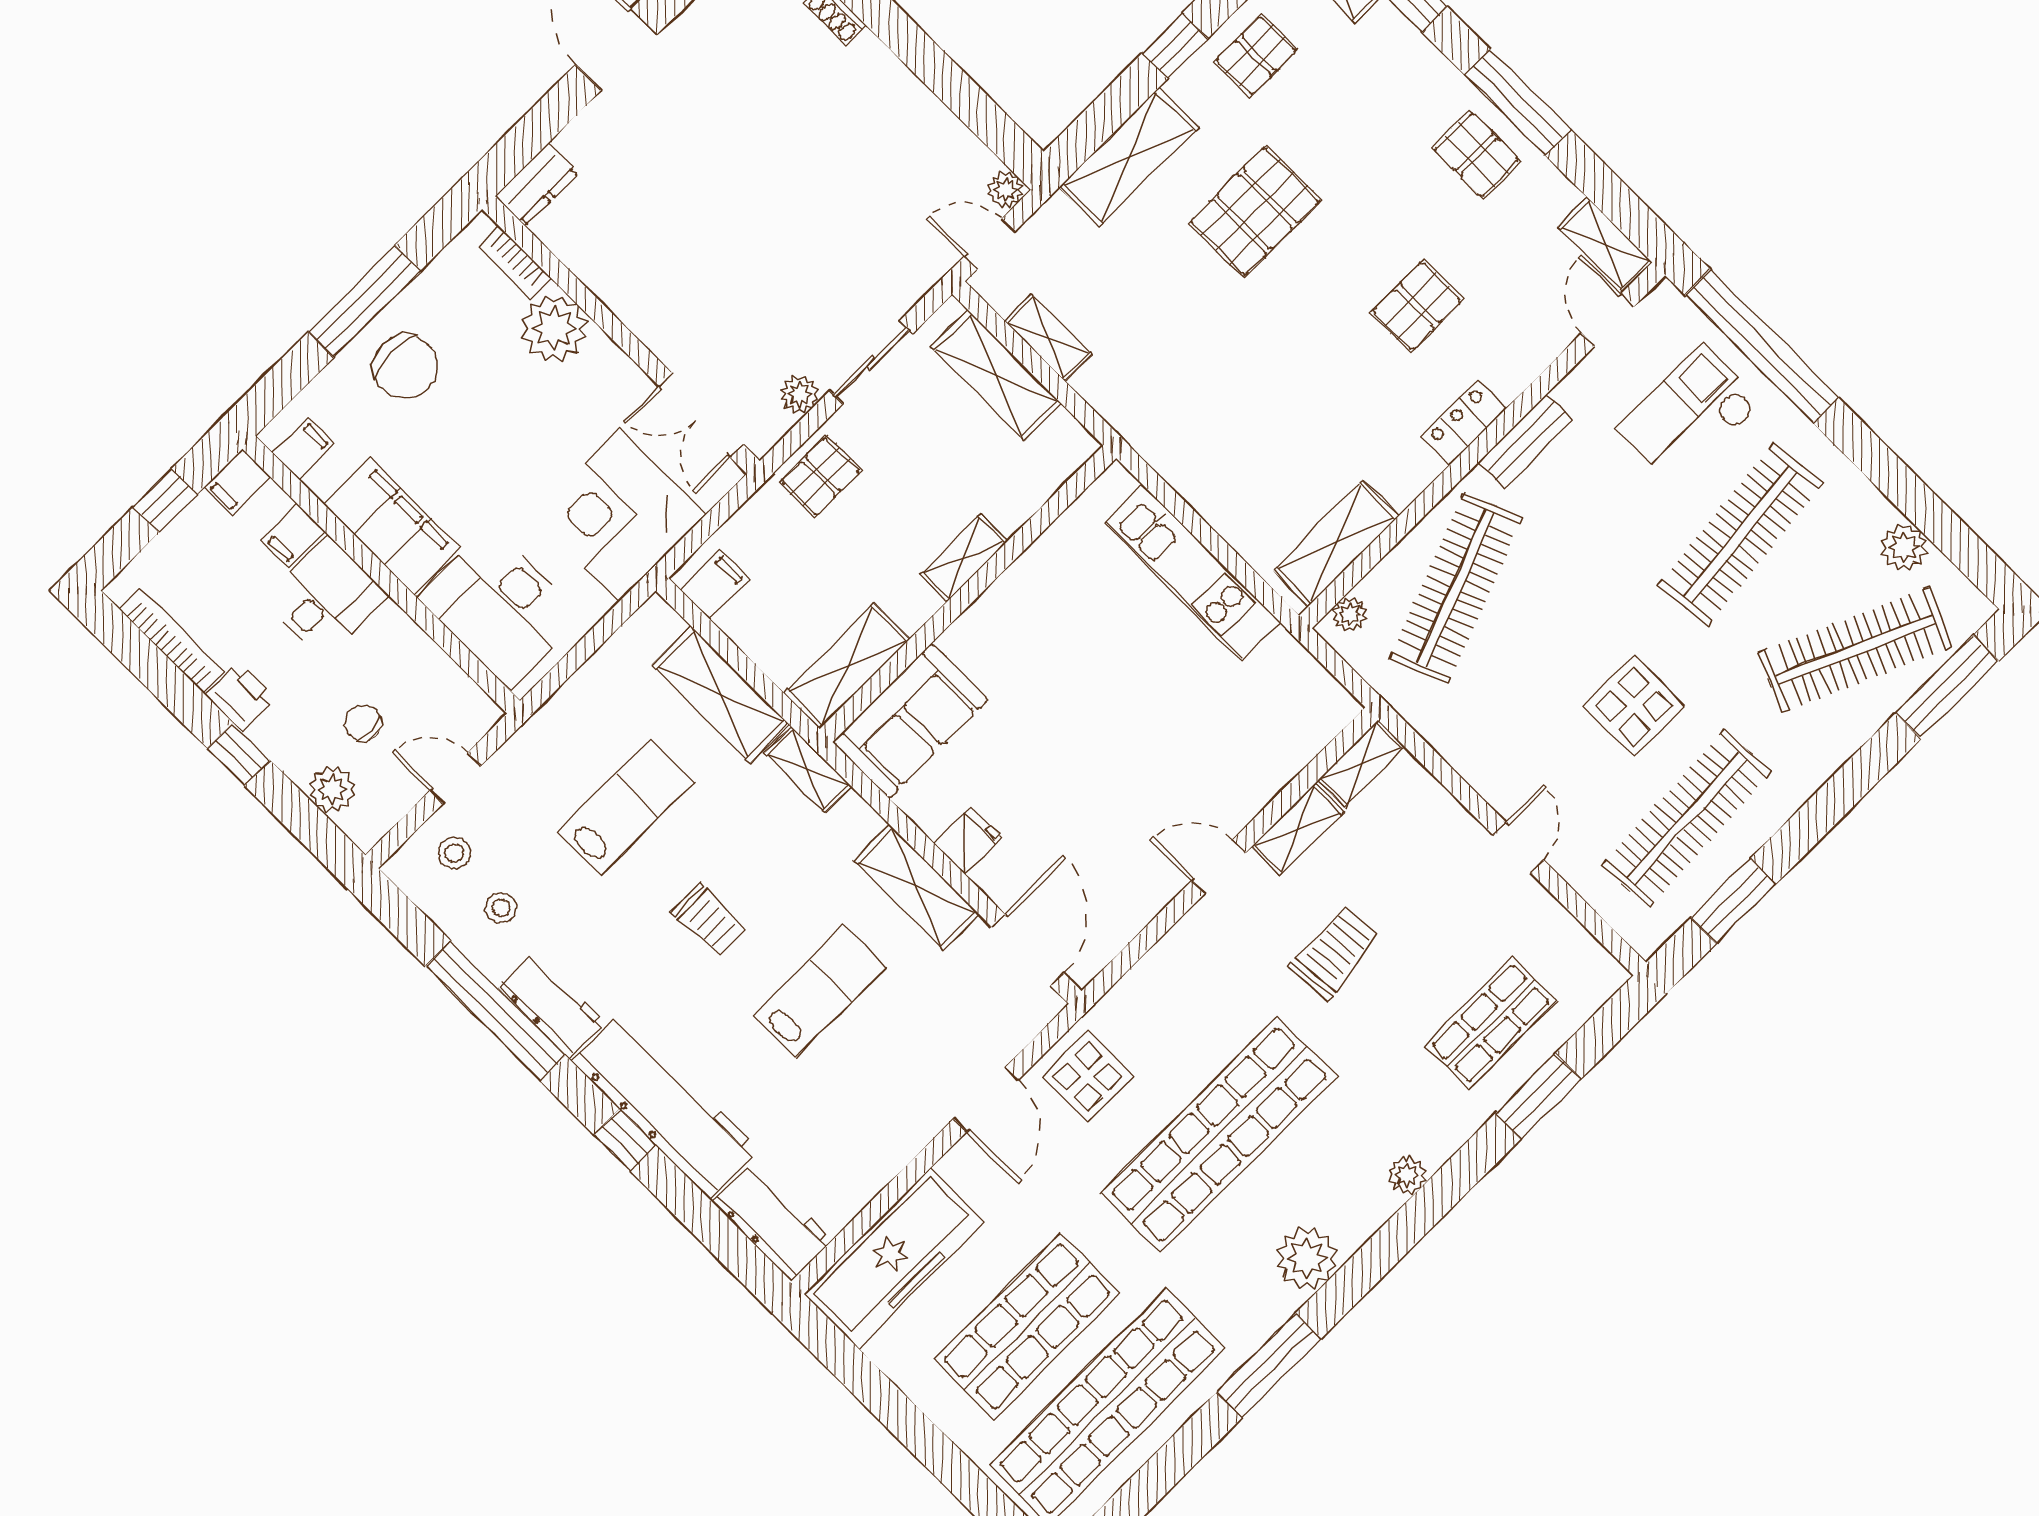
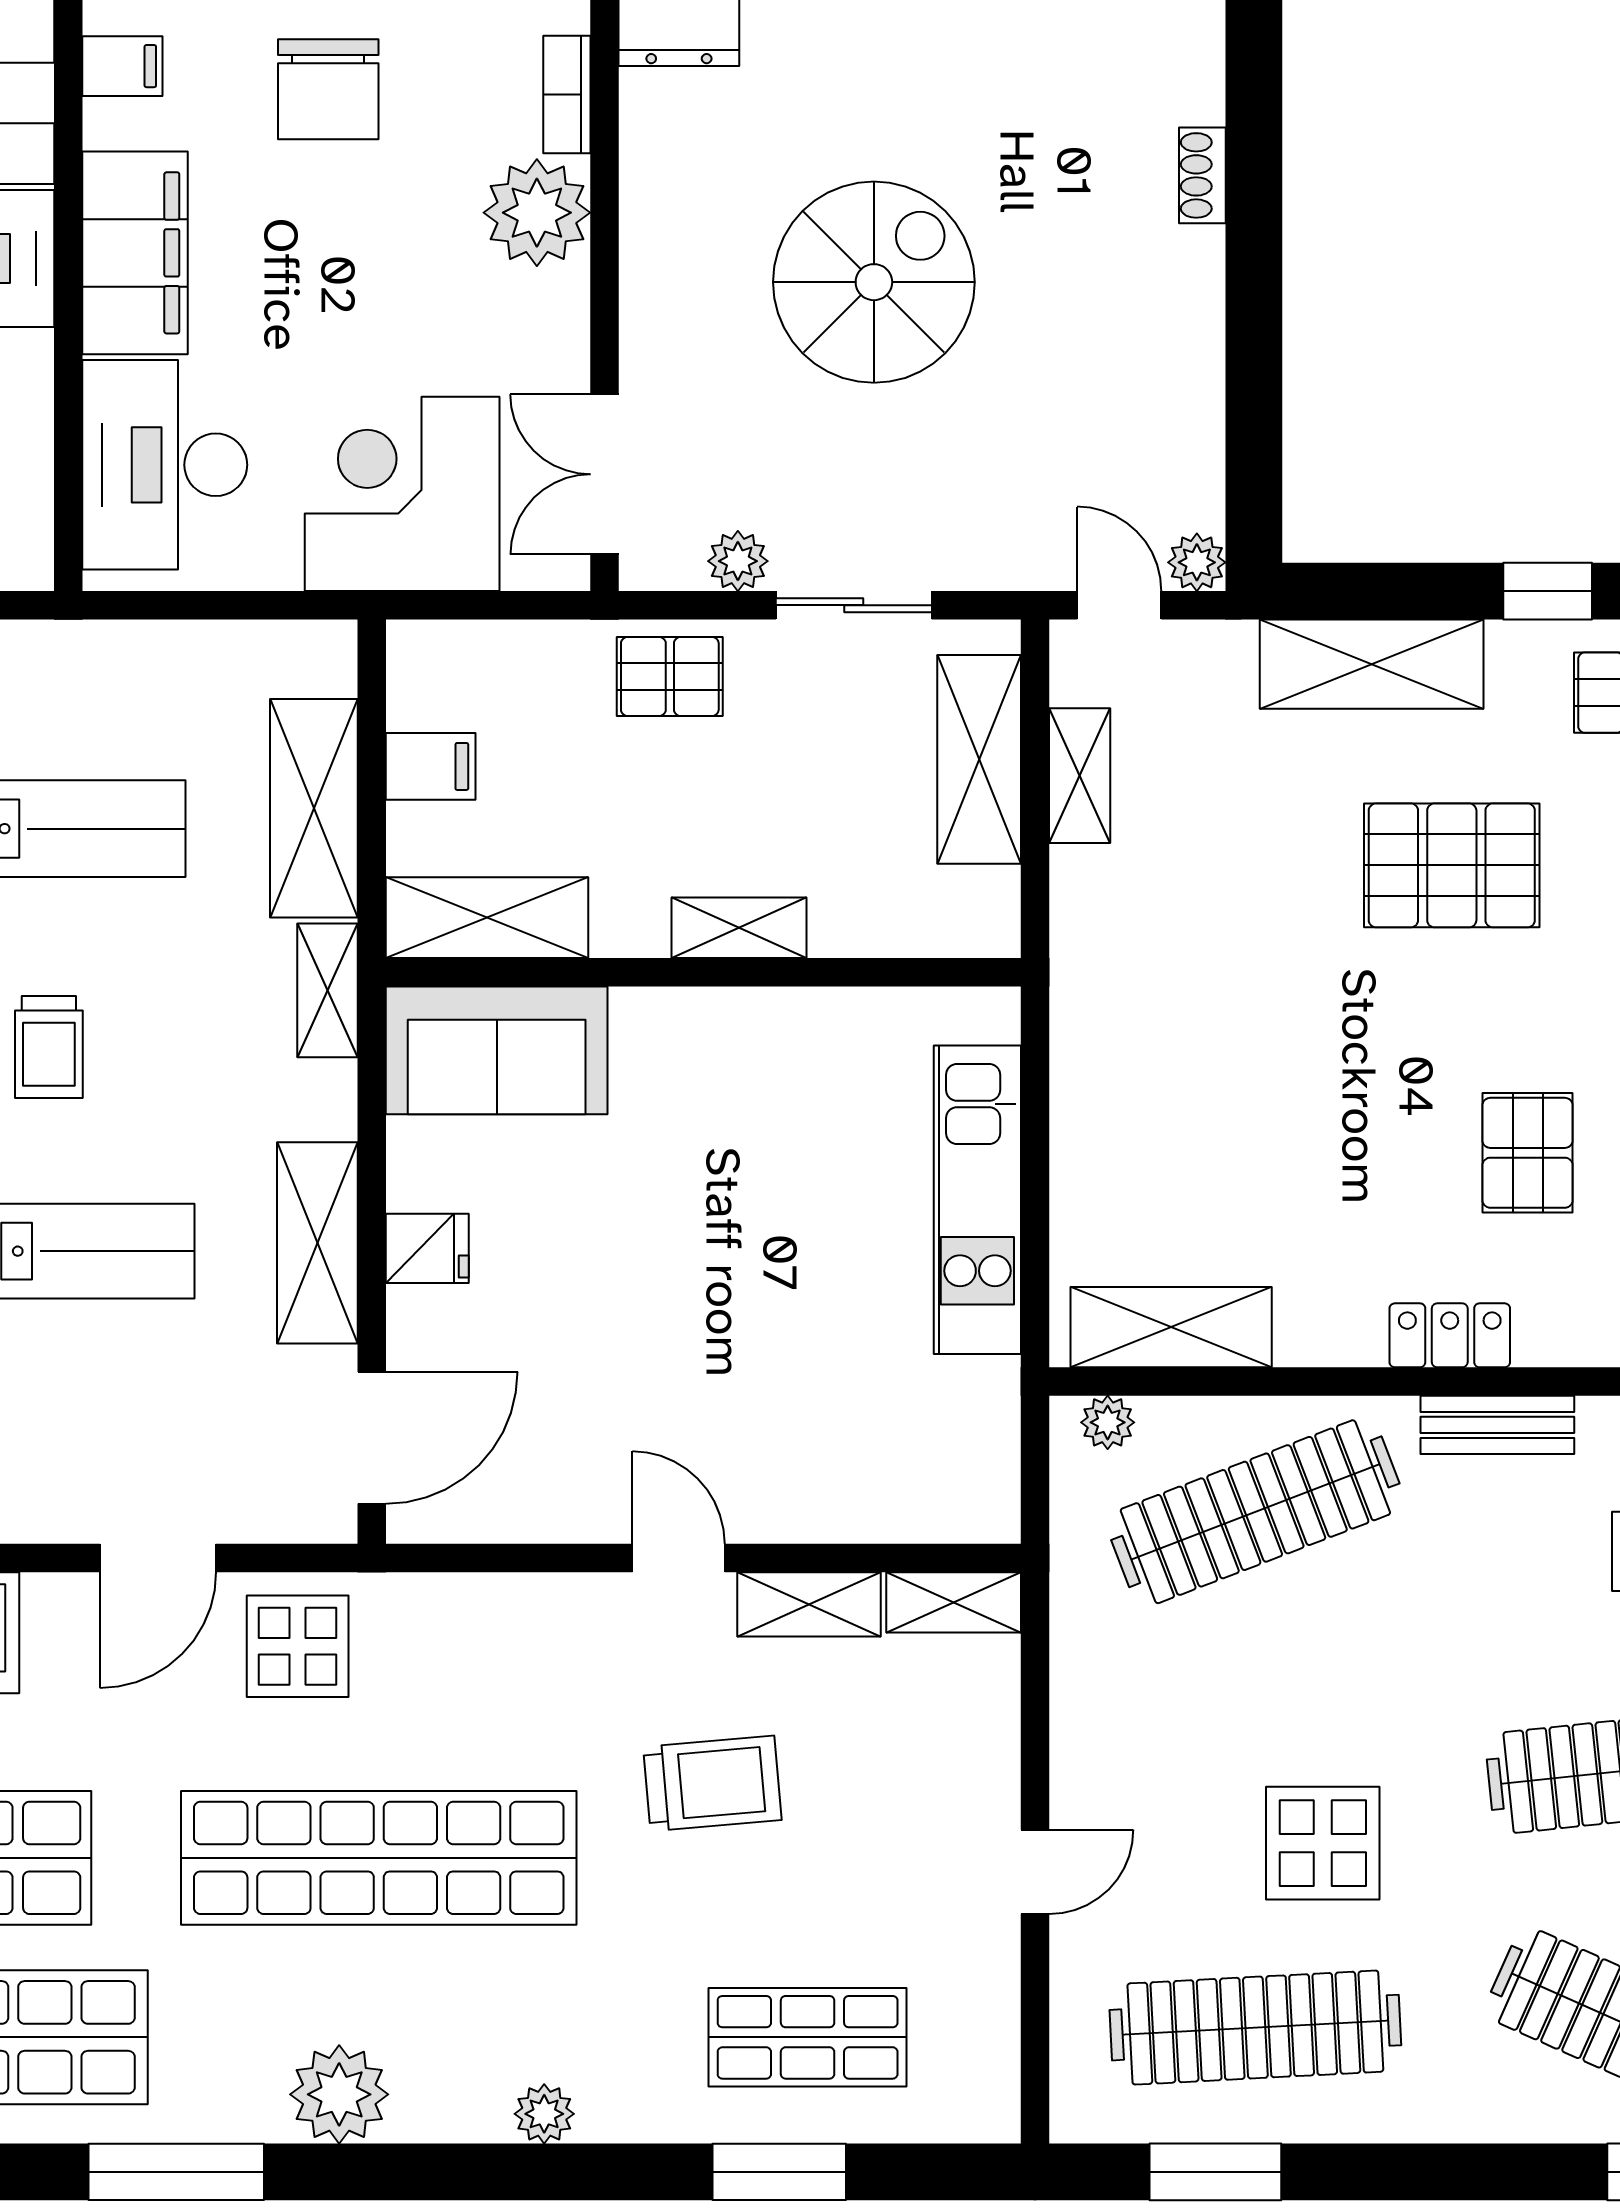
spiral stairs: (736, 209) -> (874, 282), added
pallet: (1417, 306) -> (1528, 1153), turned 90
filing cabinet: (715, 584) -> (431, 766), moved

